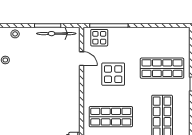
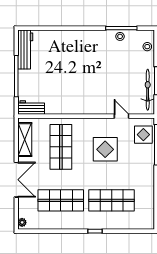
door: (81, 59) -> (121, 116), swing flipped
shop shelf: (162, 68) -> (112, 200), turned 90

